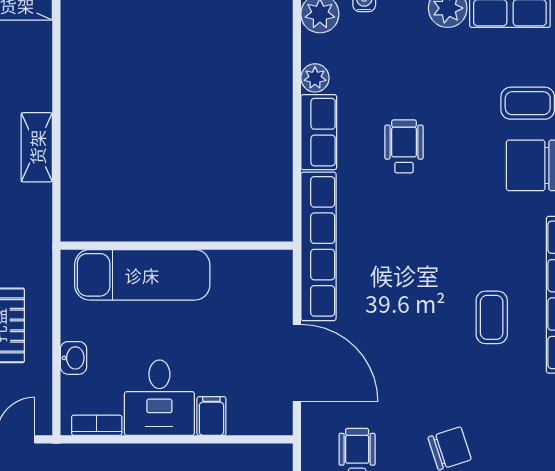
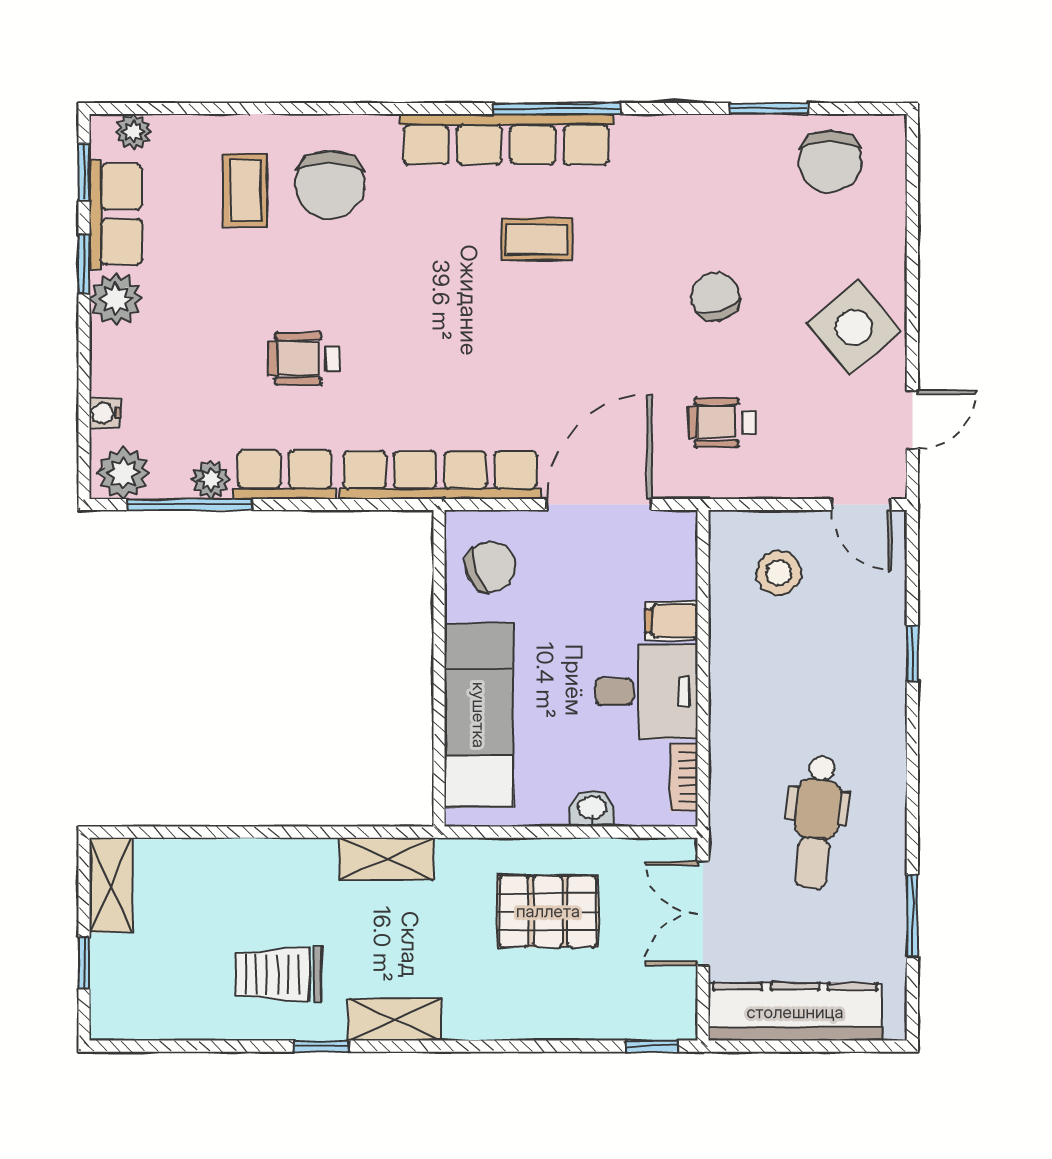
window: (297, 62) -> (190, 504), added
shelving: (37, 147) -> (387, 859), moved
chair: (251, 284) -> (491, 567), added

